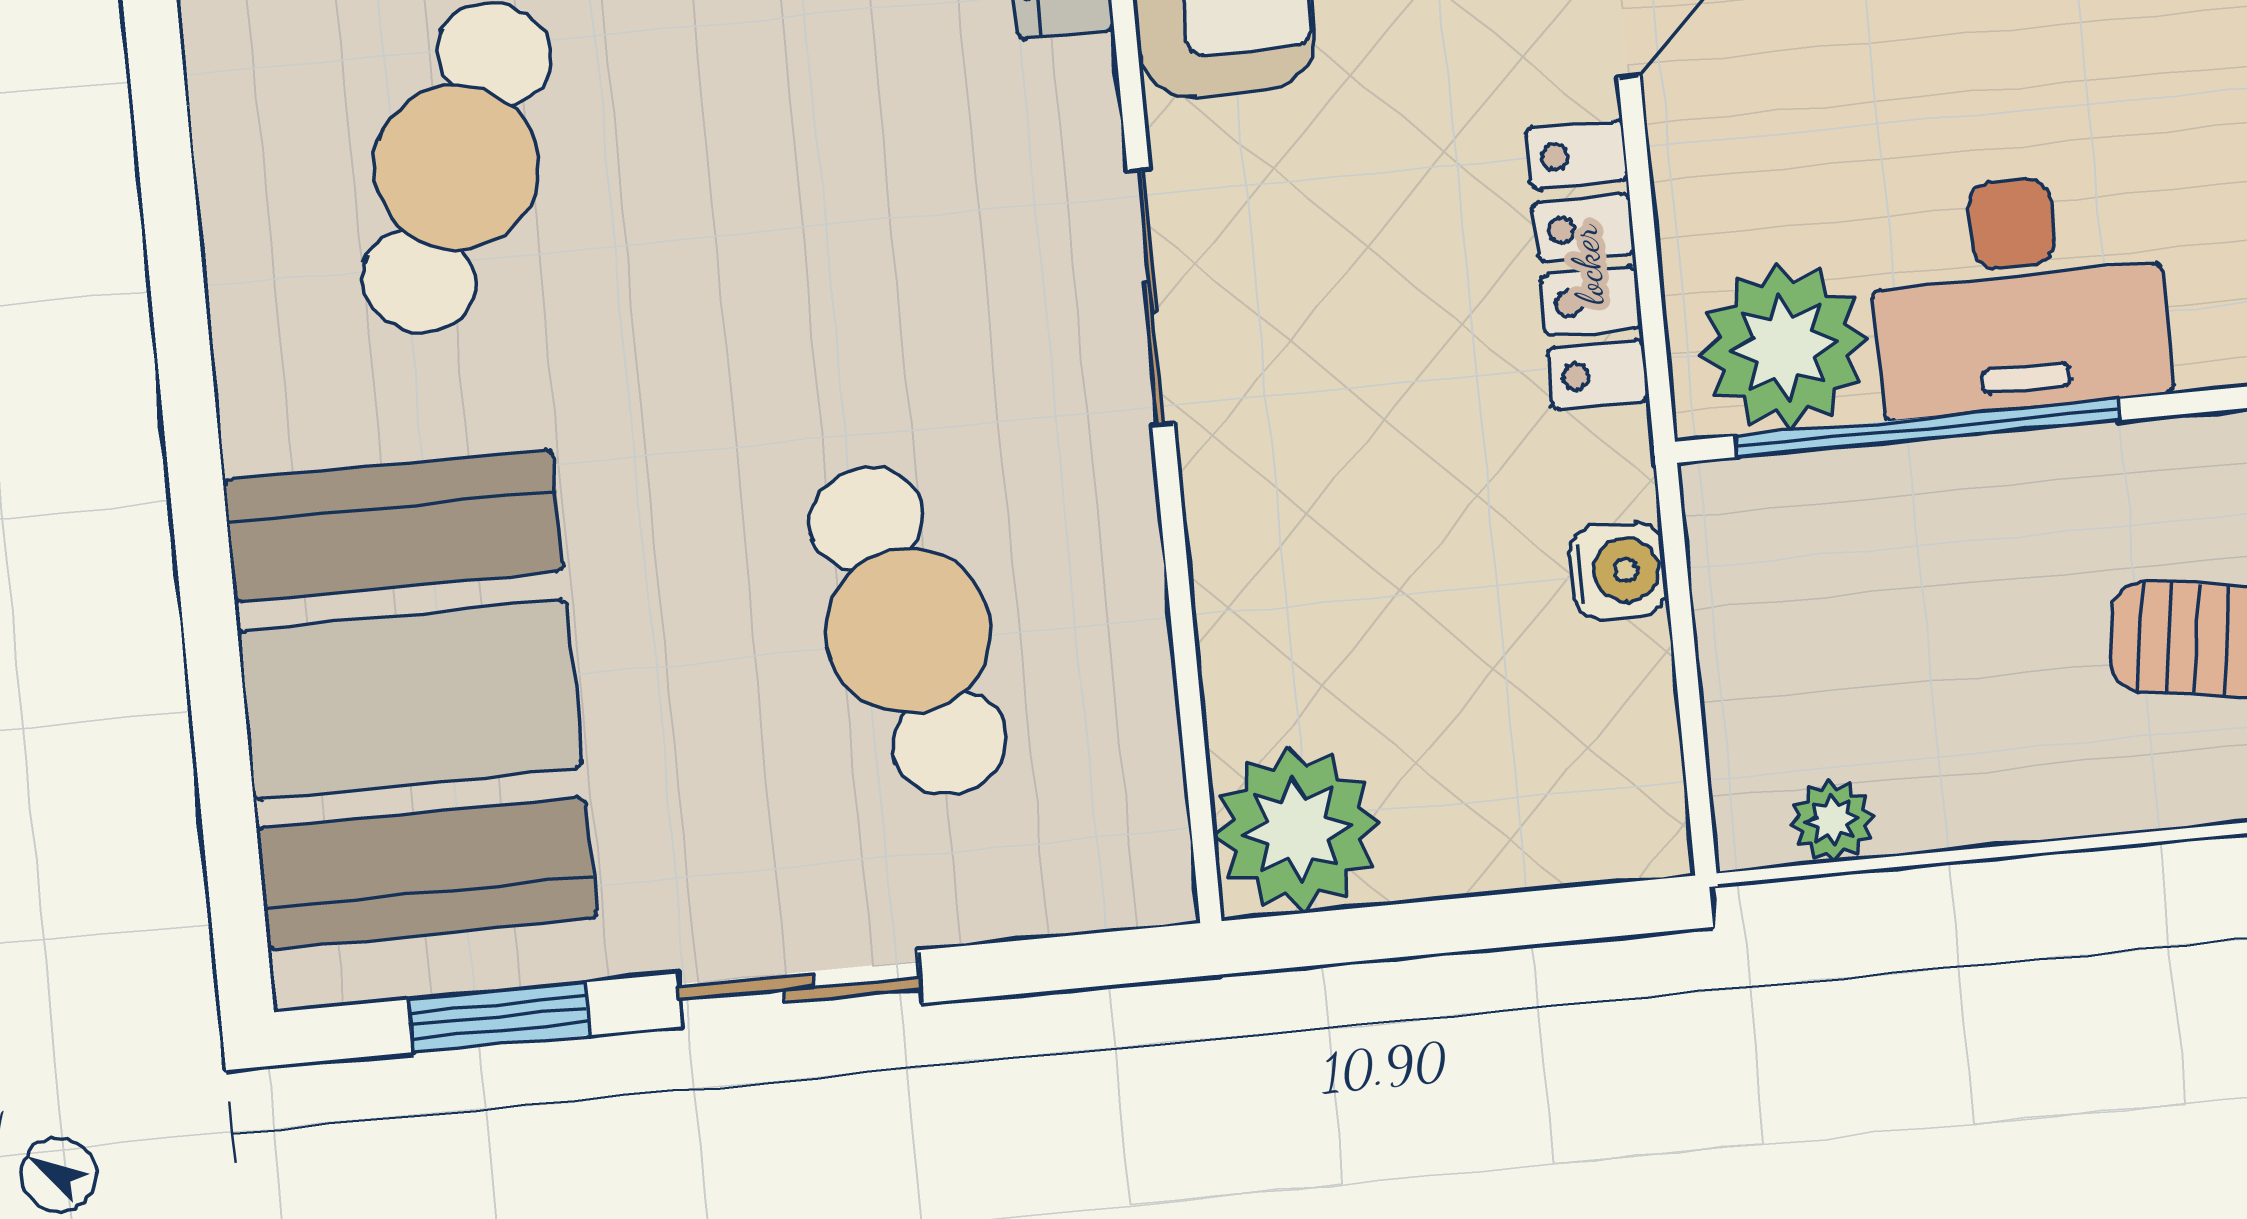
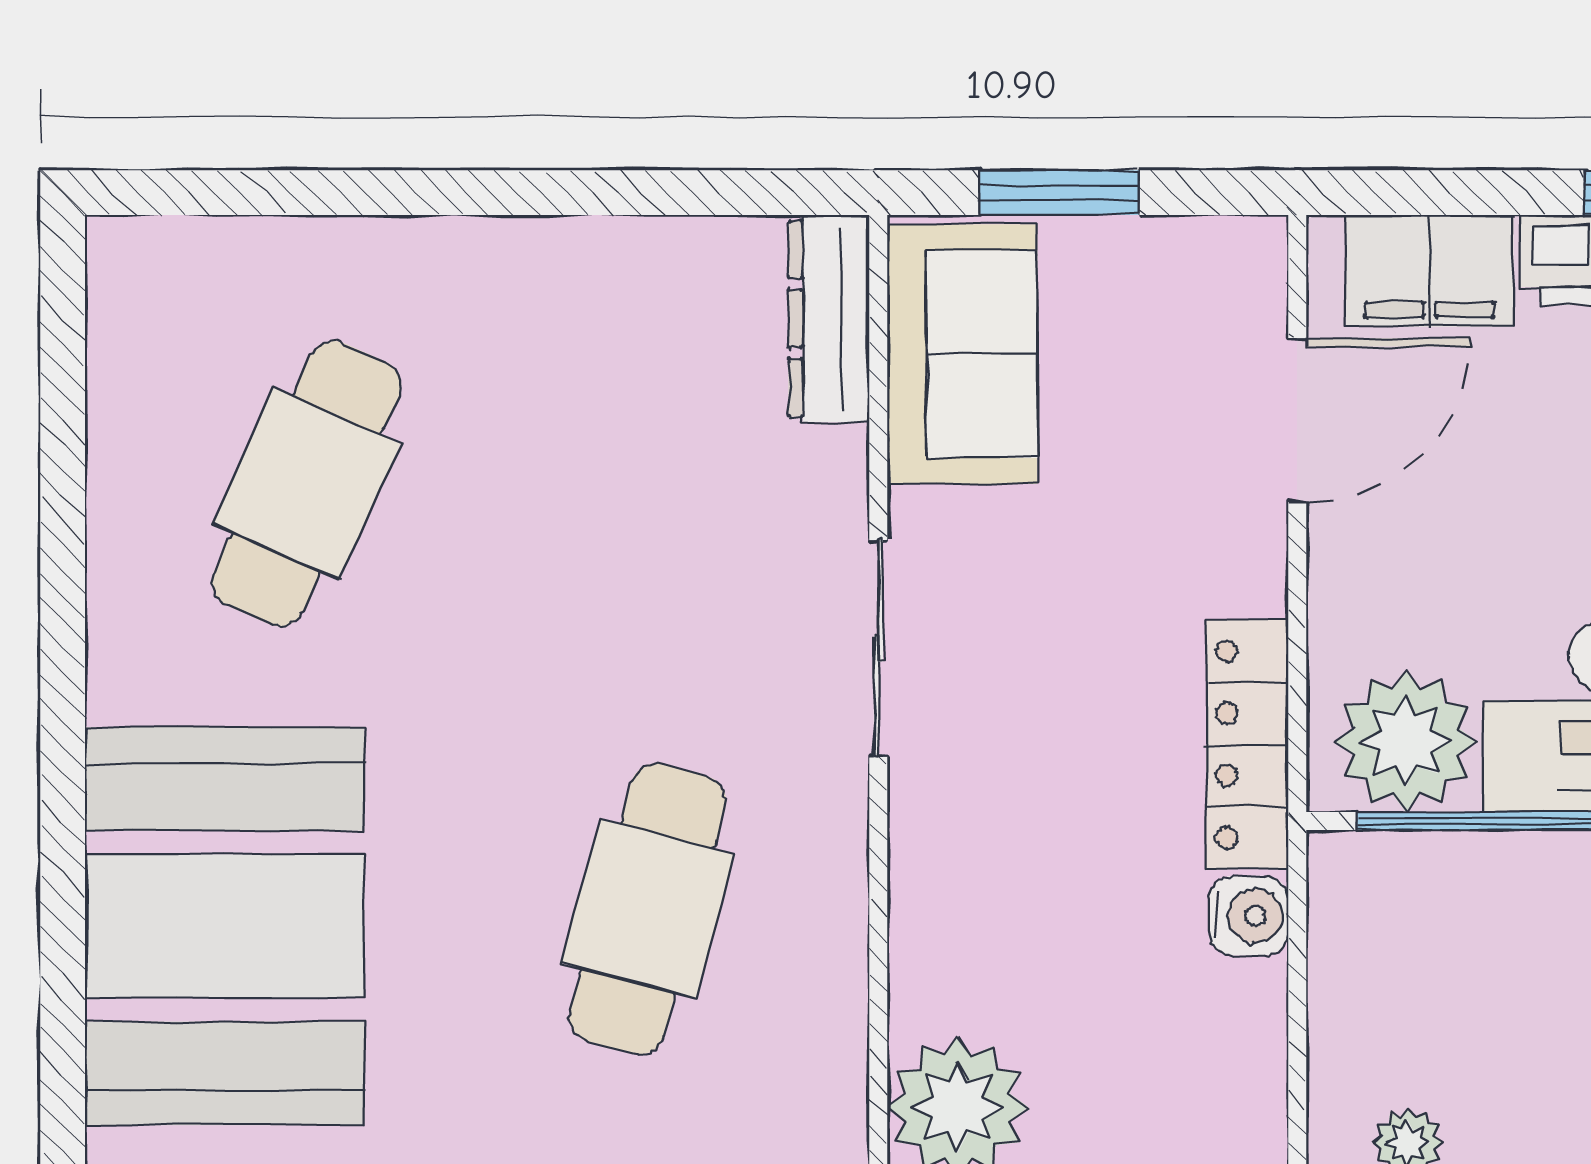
locker: (1587, 265) -> (1247, 744), moved
cafe table: (908, 631) -> (648, 909), turned 30

